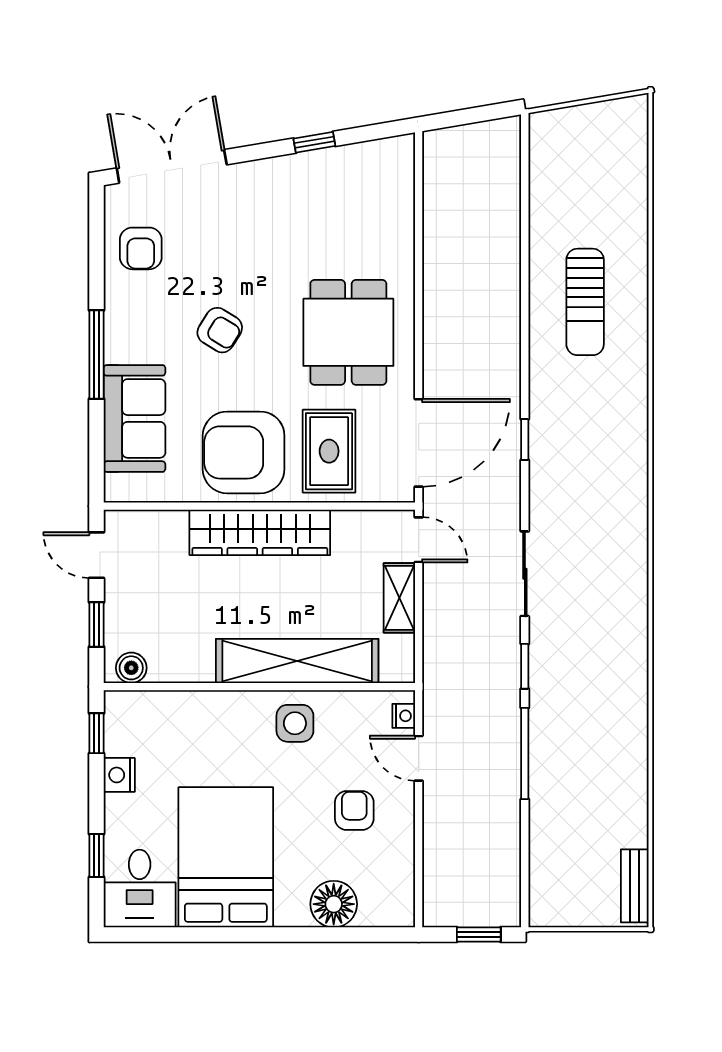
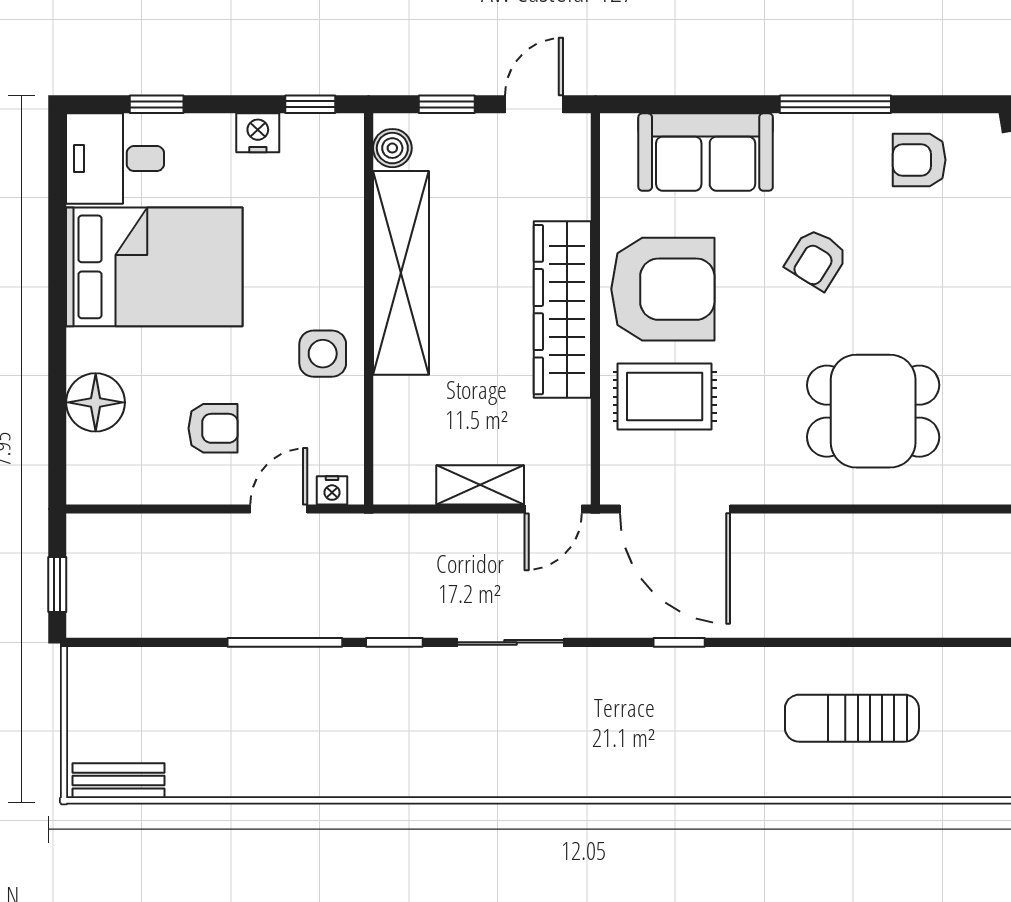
dining table: (348, 332) -> (873, 411), moved
window: (96, 355) -> (835, 104), moved
armchair: (244, 452) -> (663, 289), turned 90
shelving: (297, 661) -> (401, 273), moved

